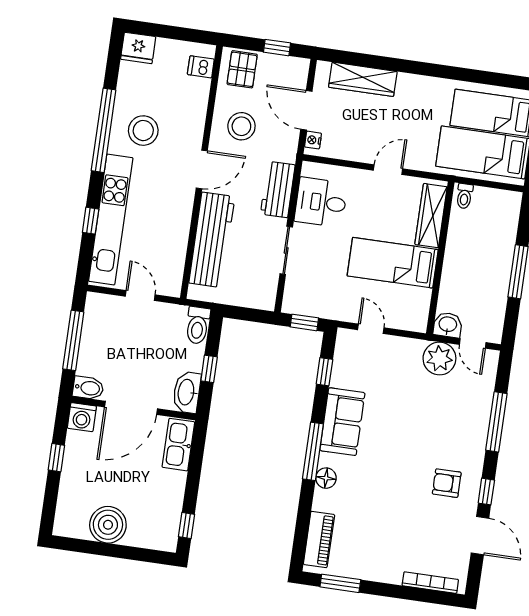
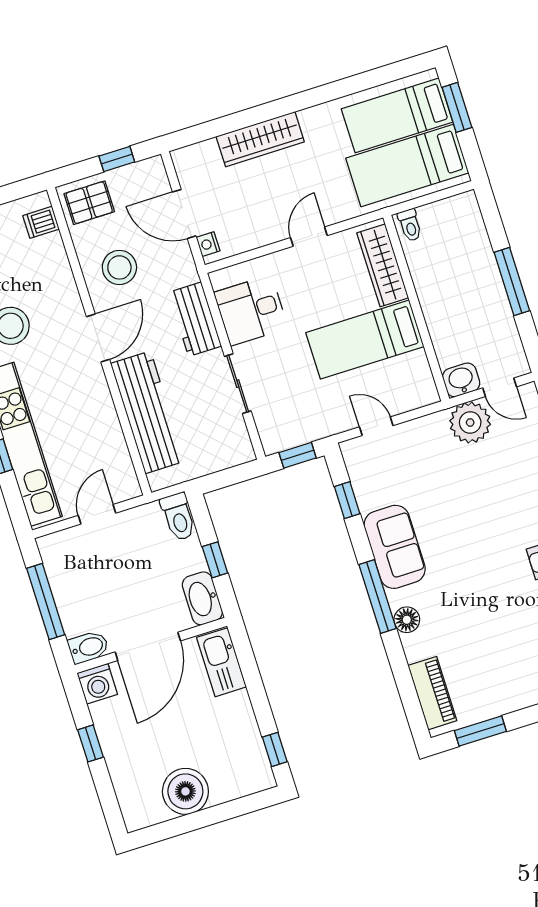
pallet: (242, 69) -> (89, 203), turned 90
wardrobe: (363, 79) -> (260, 139), moved
door: (140, 296) -> (97, 514), hinge flipped

